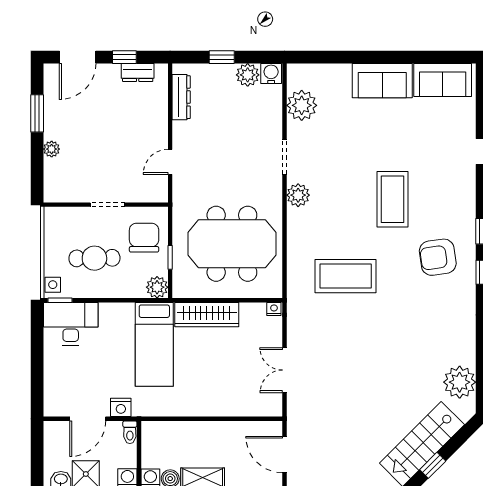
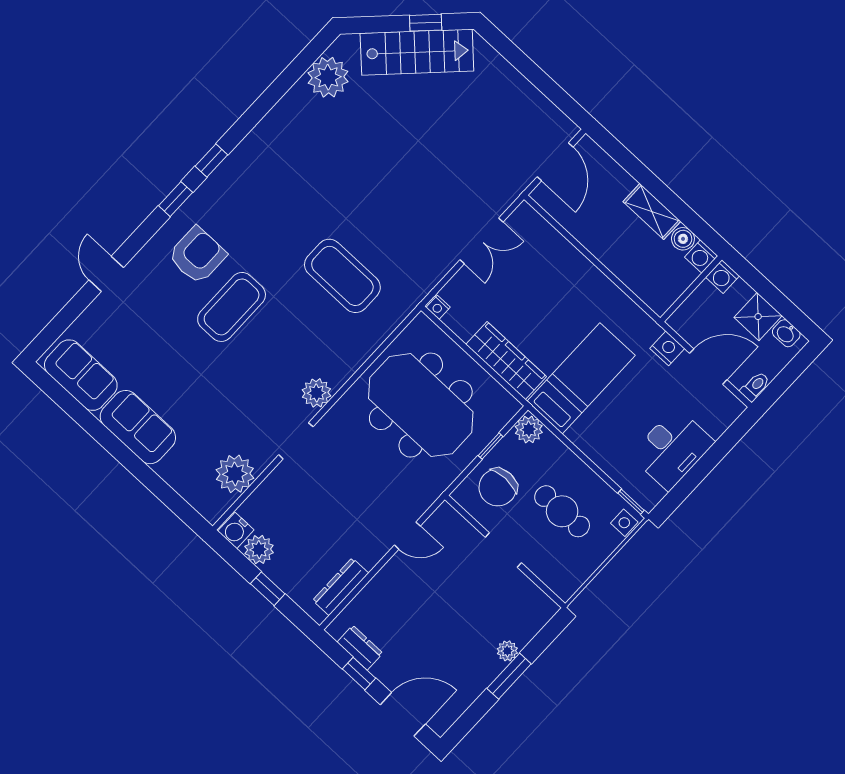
window: (37, 113) -> (509, 676), moved
armchair: (438, 257) -> (197, 255), moved, turned -82
desk: (71, 324) -> (672, 449), moved, turned -90
toilet: (130, 432) -> (755, 386), moved

